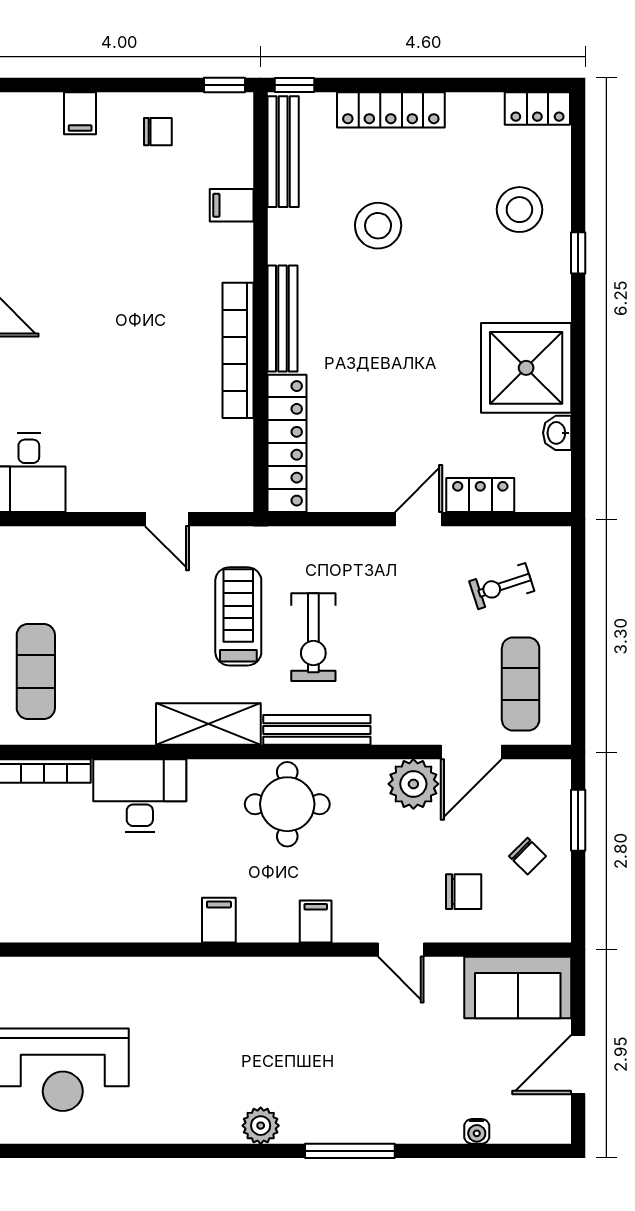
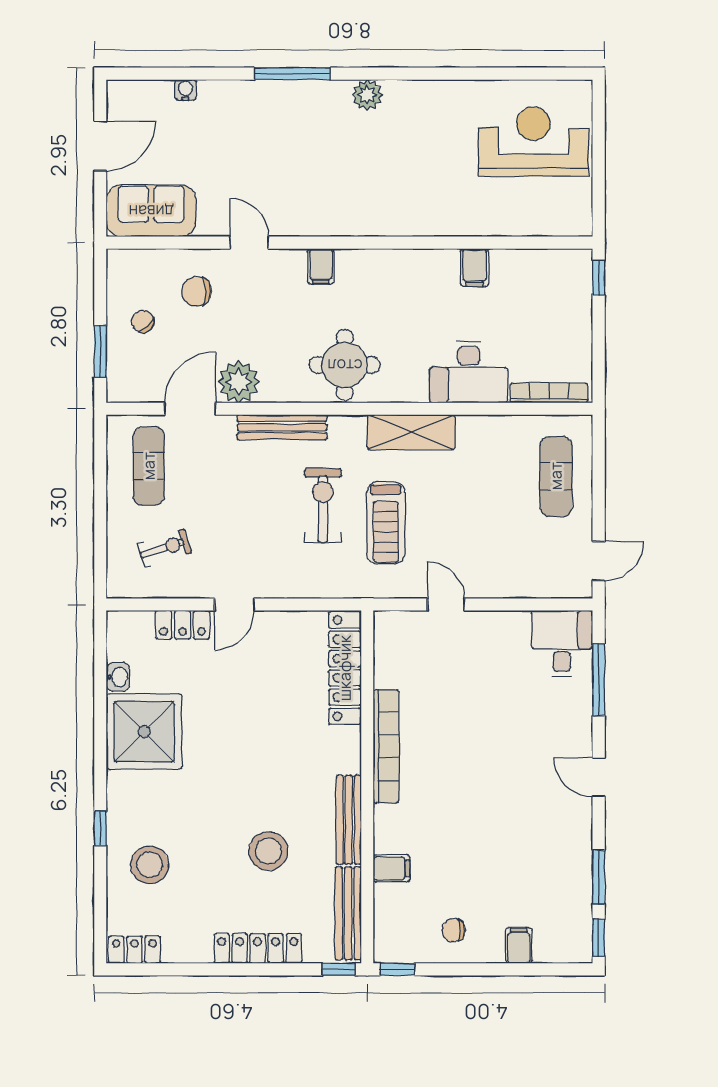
bench: (282, 319) -> (349, 820), moved
bench: (317, 730) -> (282, 427), moved
filing cabinet: (219, 920) -> (474, 267), moved

